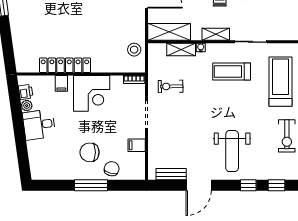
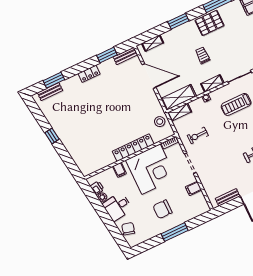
shelving: (181, 50) -> (179, 112), moved
locker: (65, 65) -> (133, 148), moved
corner desk: (92, 93) -> (151, 169), width x1.36, depth x1.36
chair: (112, 169) -> (128, 229), moved

